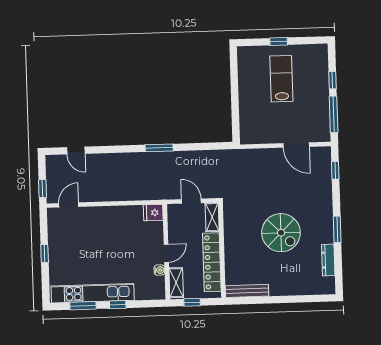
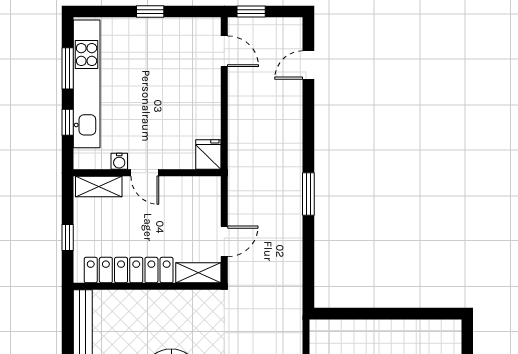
fridge: (153, 213) -> (208, 154), moved
wall: (166, 252) -> (147, 173), moved
door: (166, 253) -> (145, 173), moved
water cooler: (159, 270) -> (119, 161), moved
shelving: (176, 283) -> (99, 187), moved

